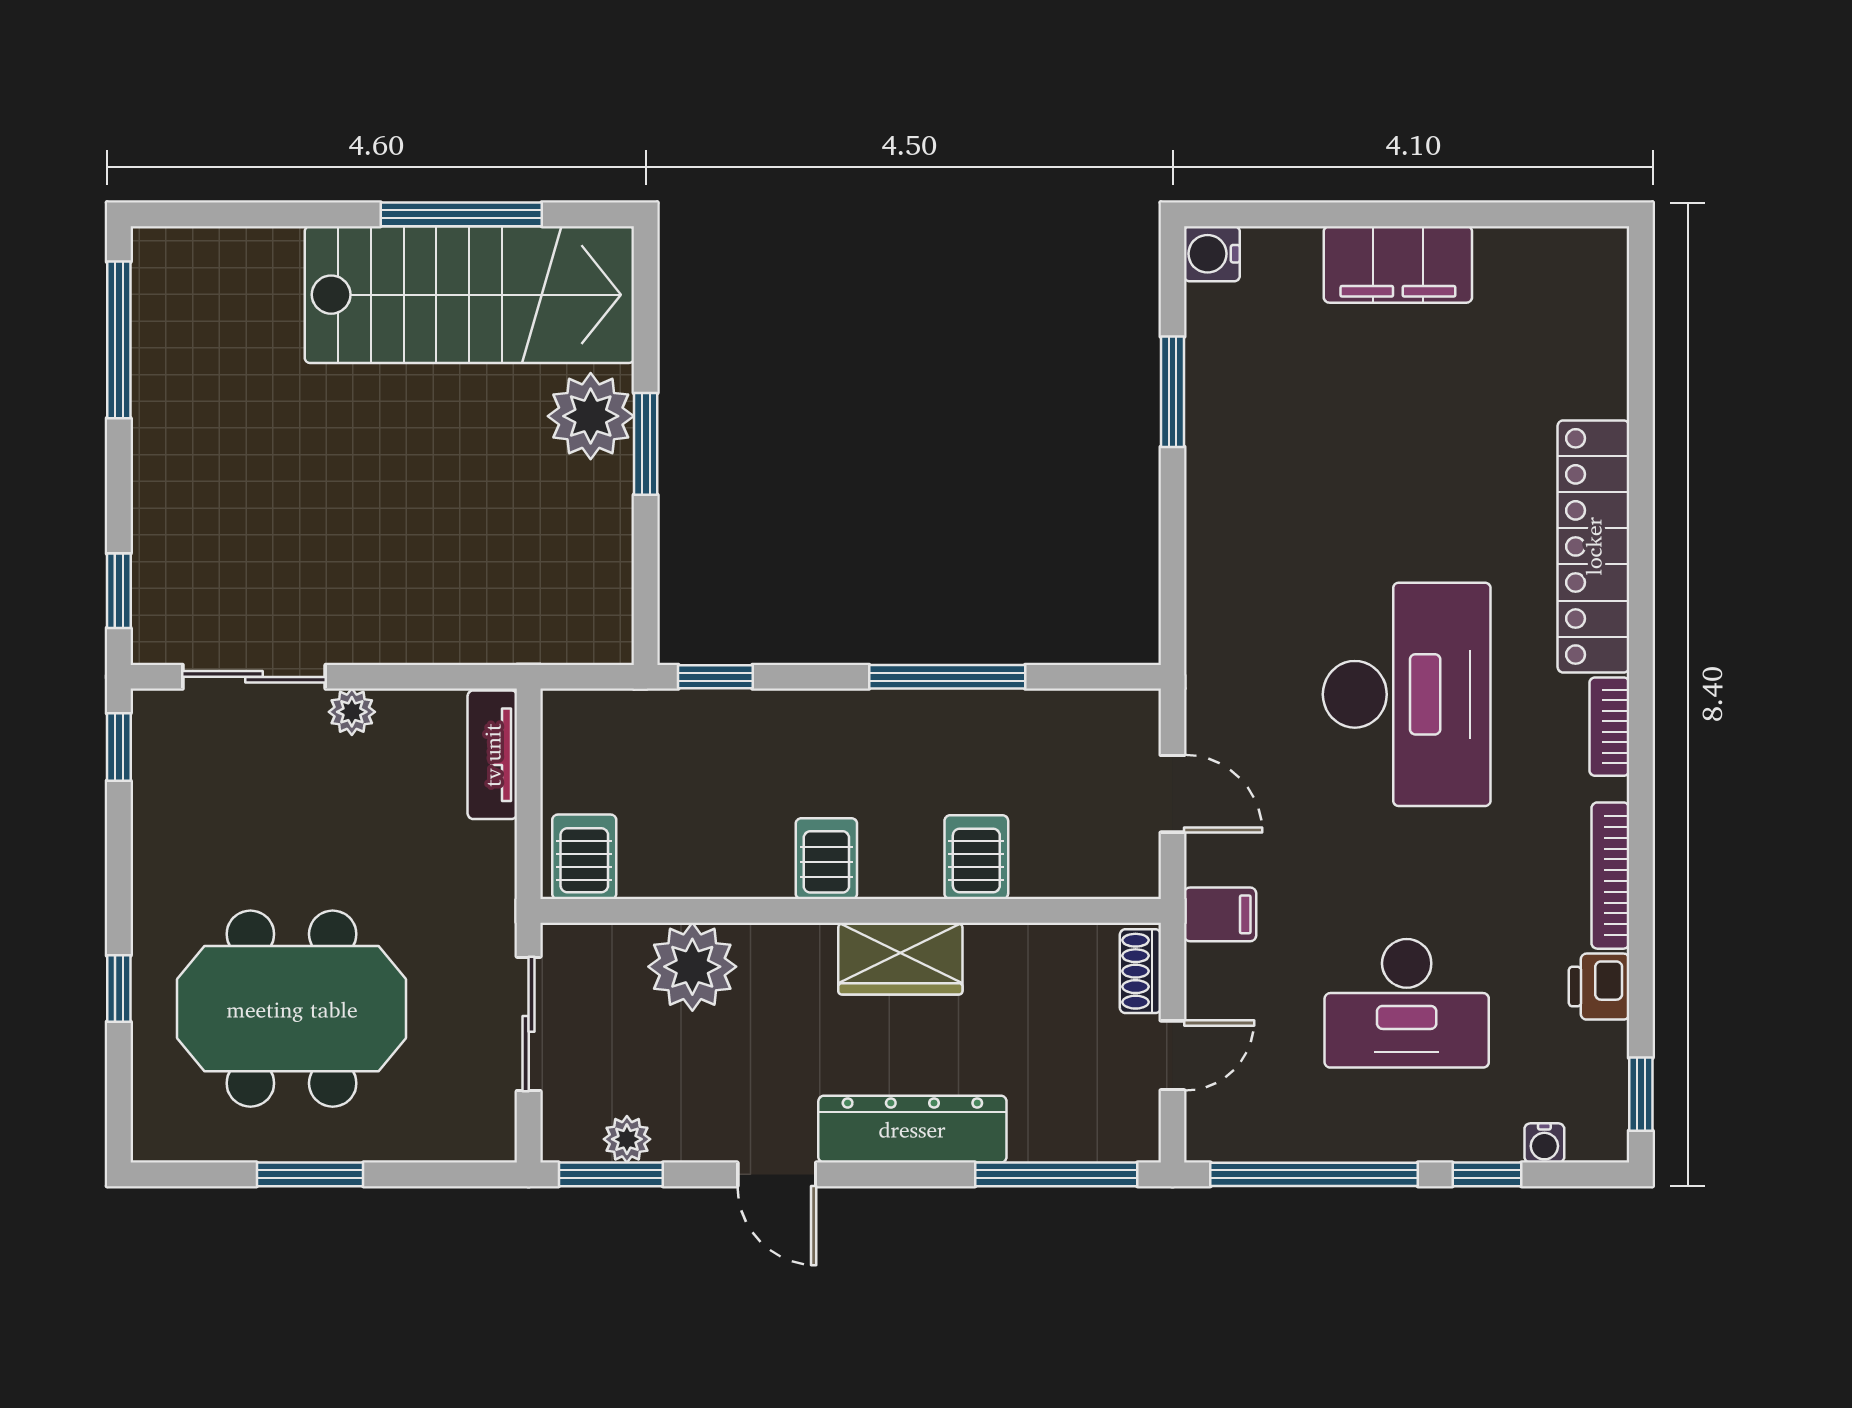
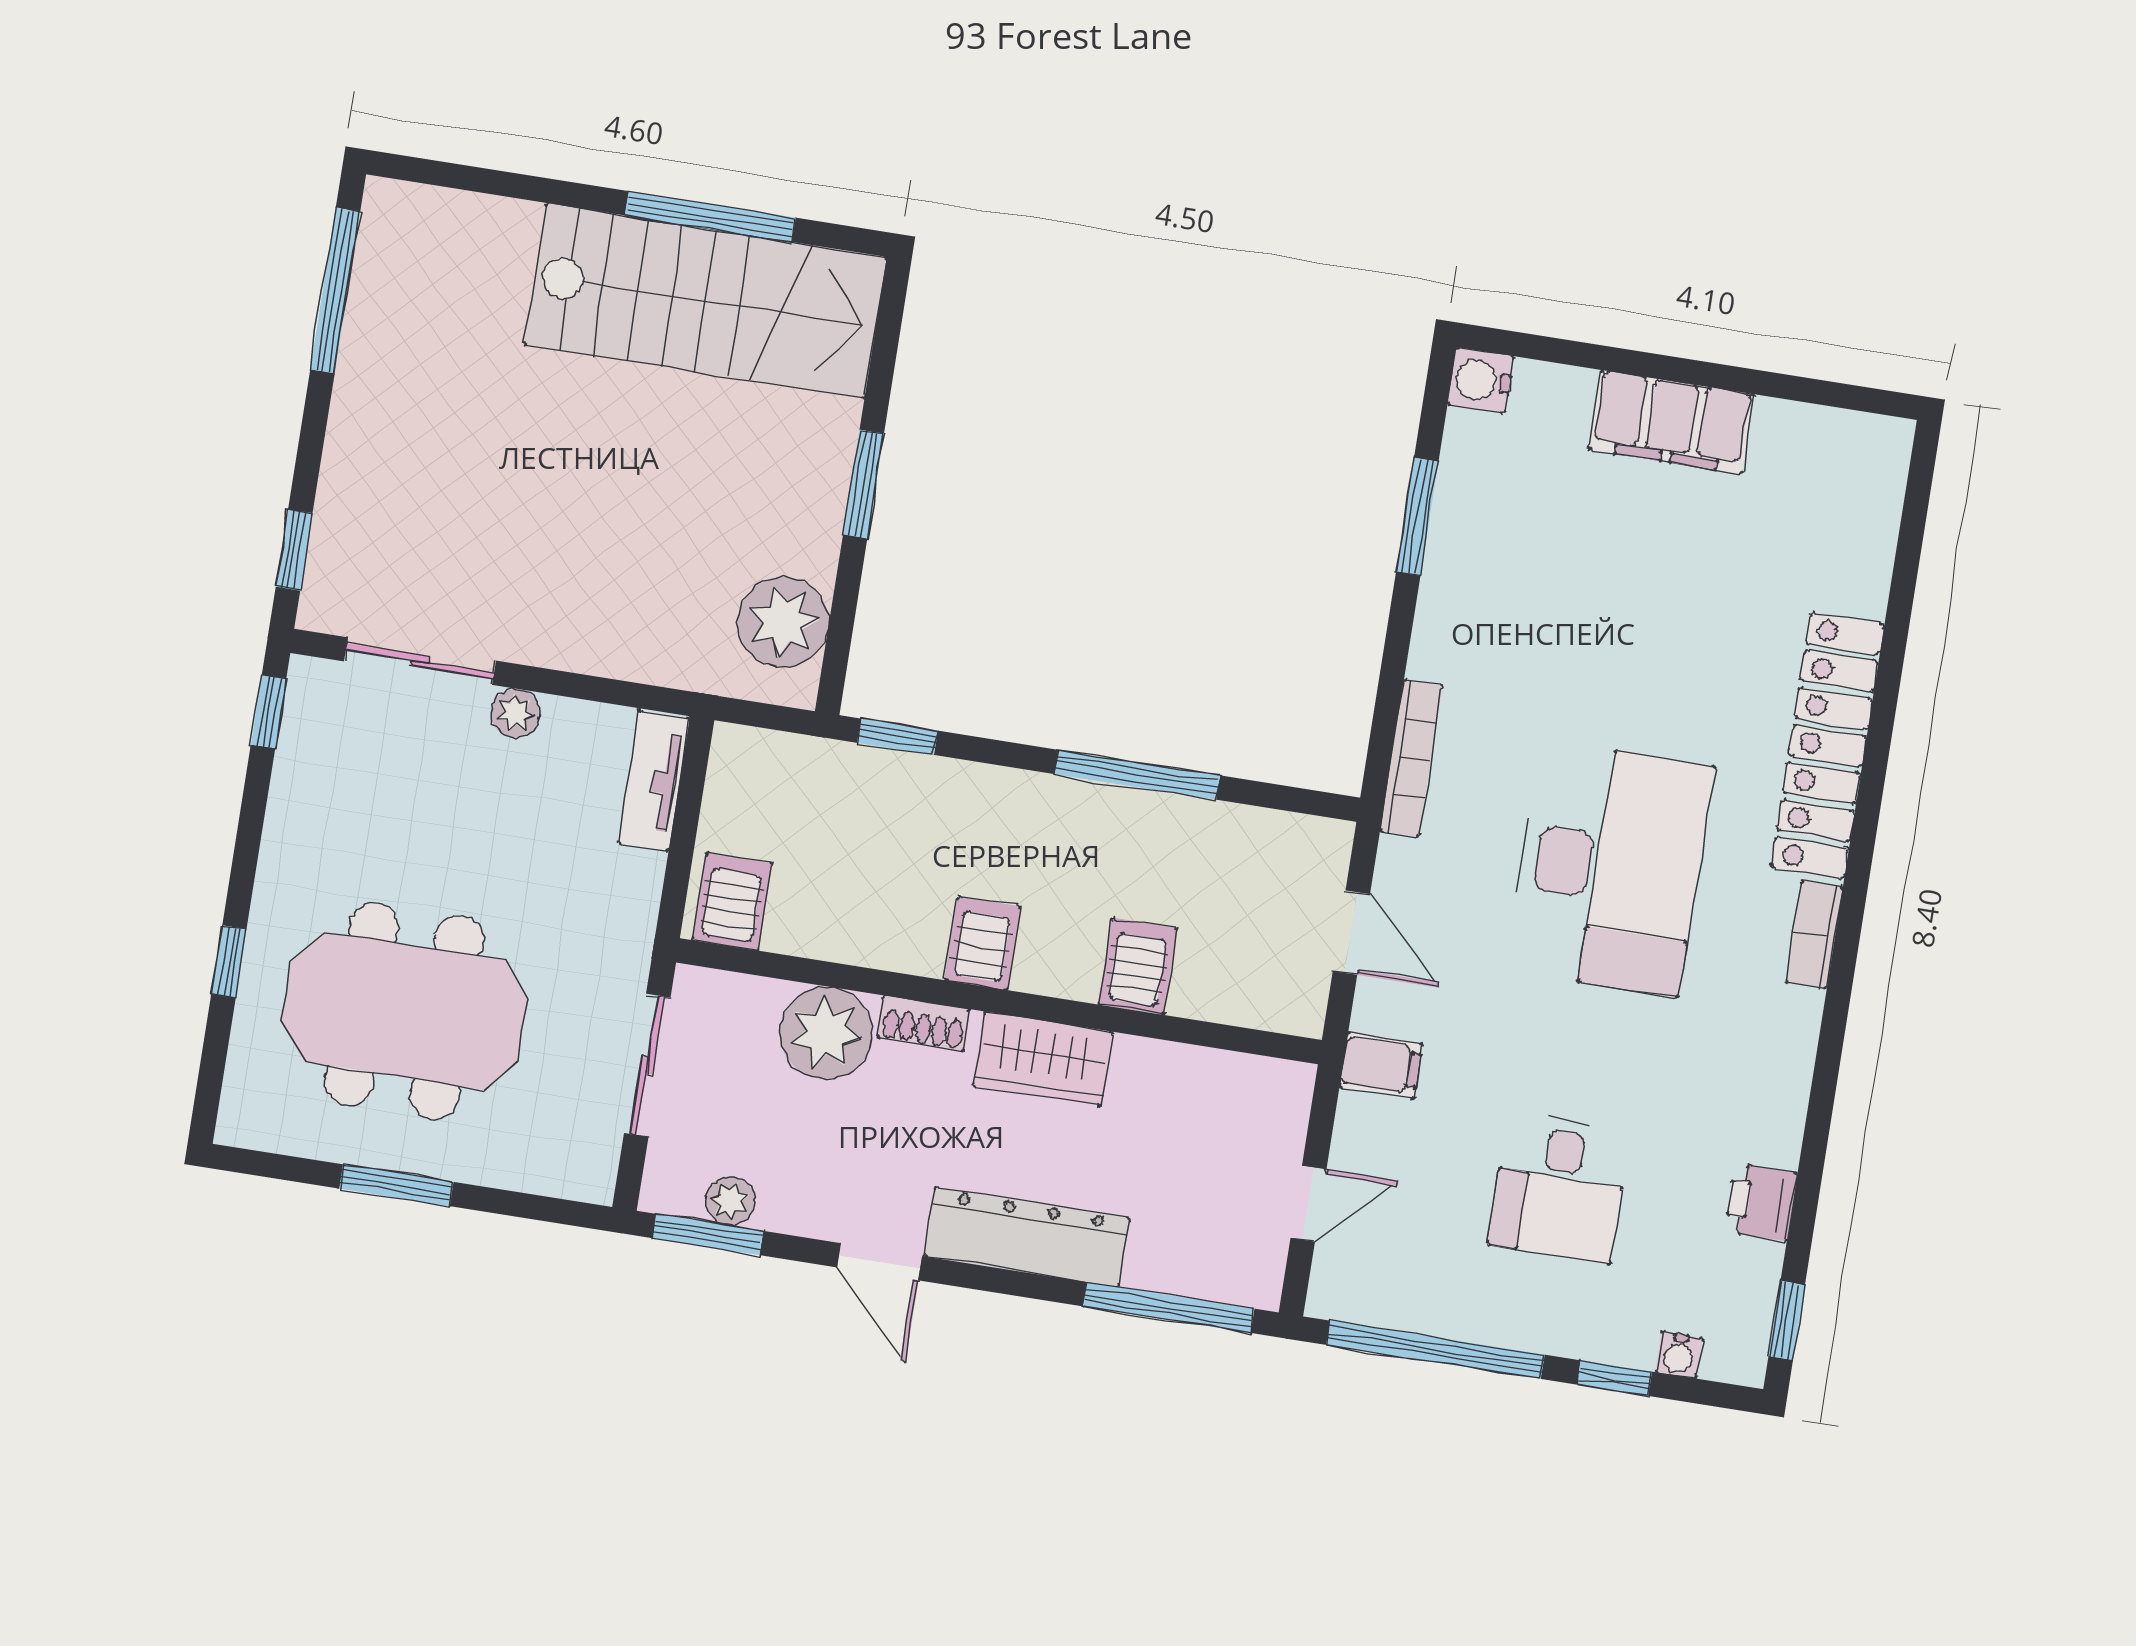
plant: (591, 416) -> (783, 622), moved
bookcase: (1610, 876) -> (1411, 758), moved, turned 180
shoe rack: (1140, 971) -> (924, 1023), moved, turned -90
desk: (1407, 1003) -> (1559, 1188), width x0.73

